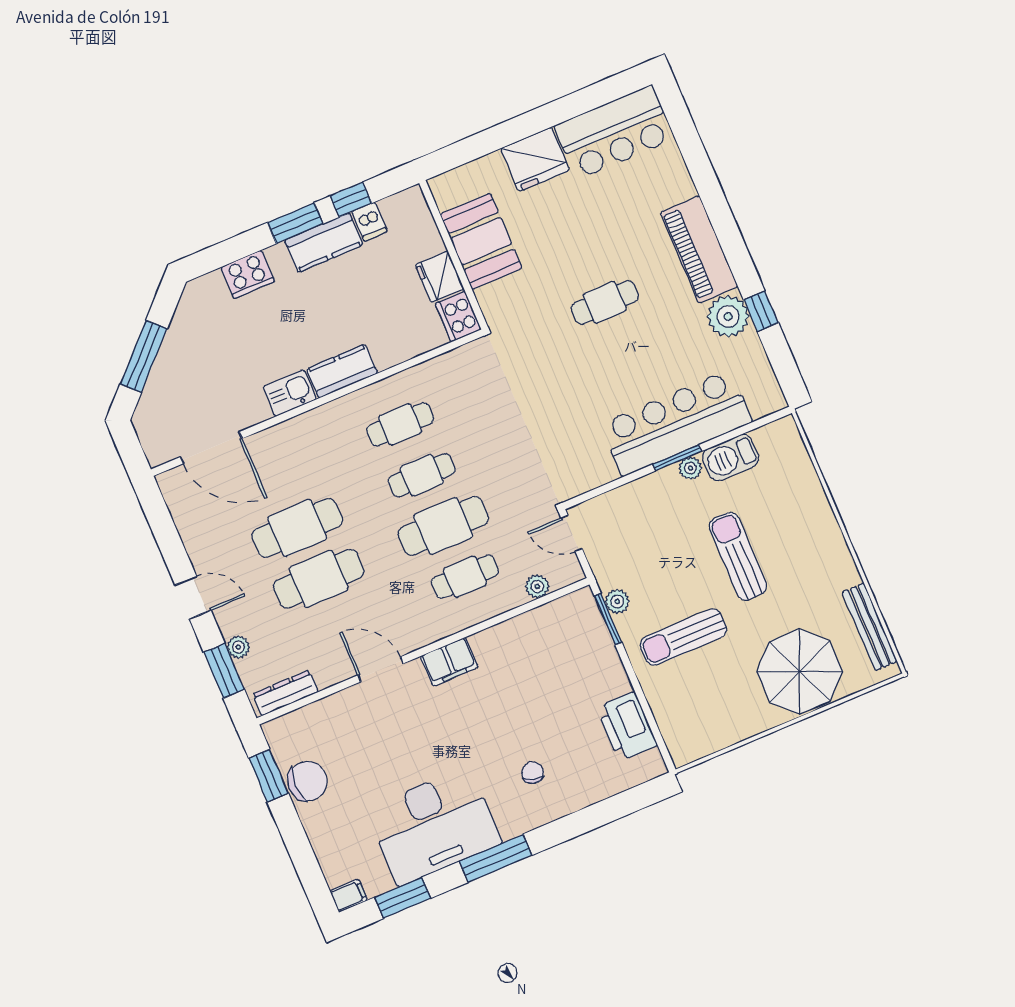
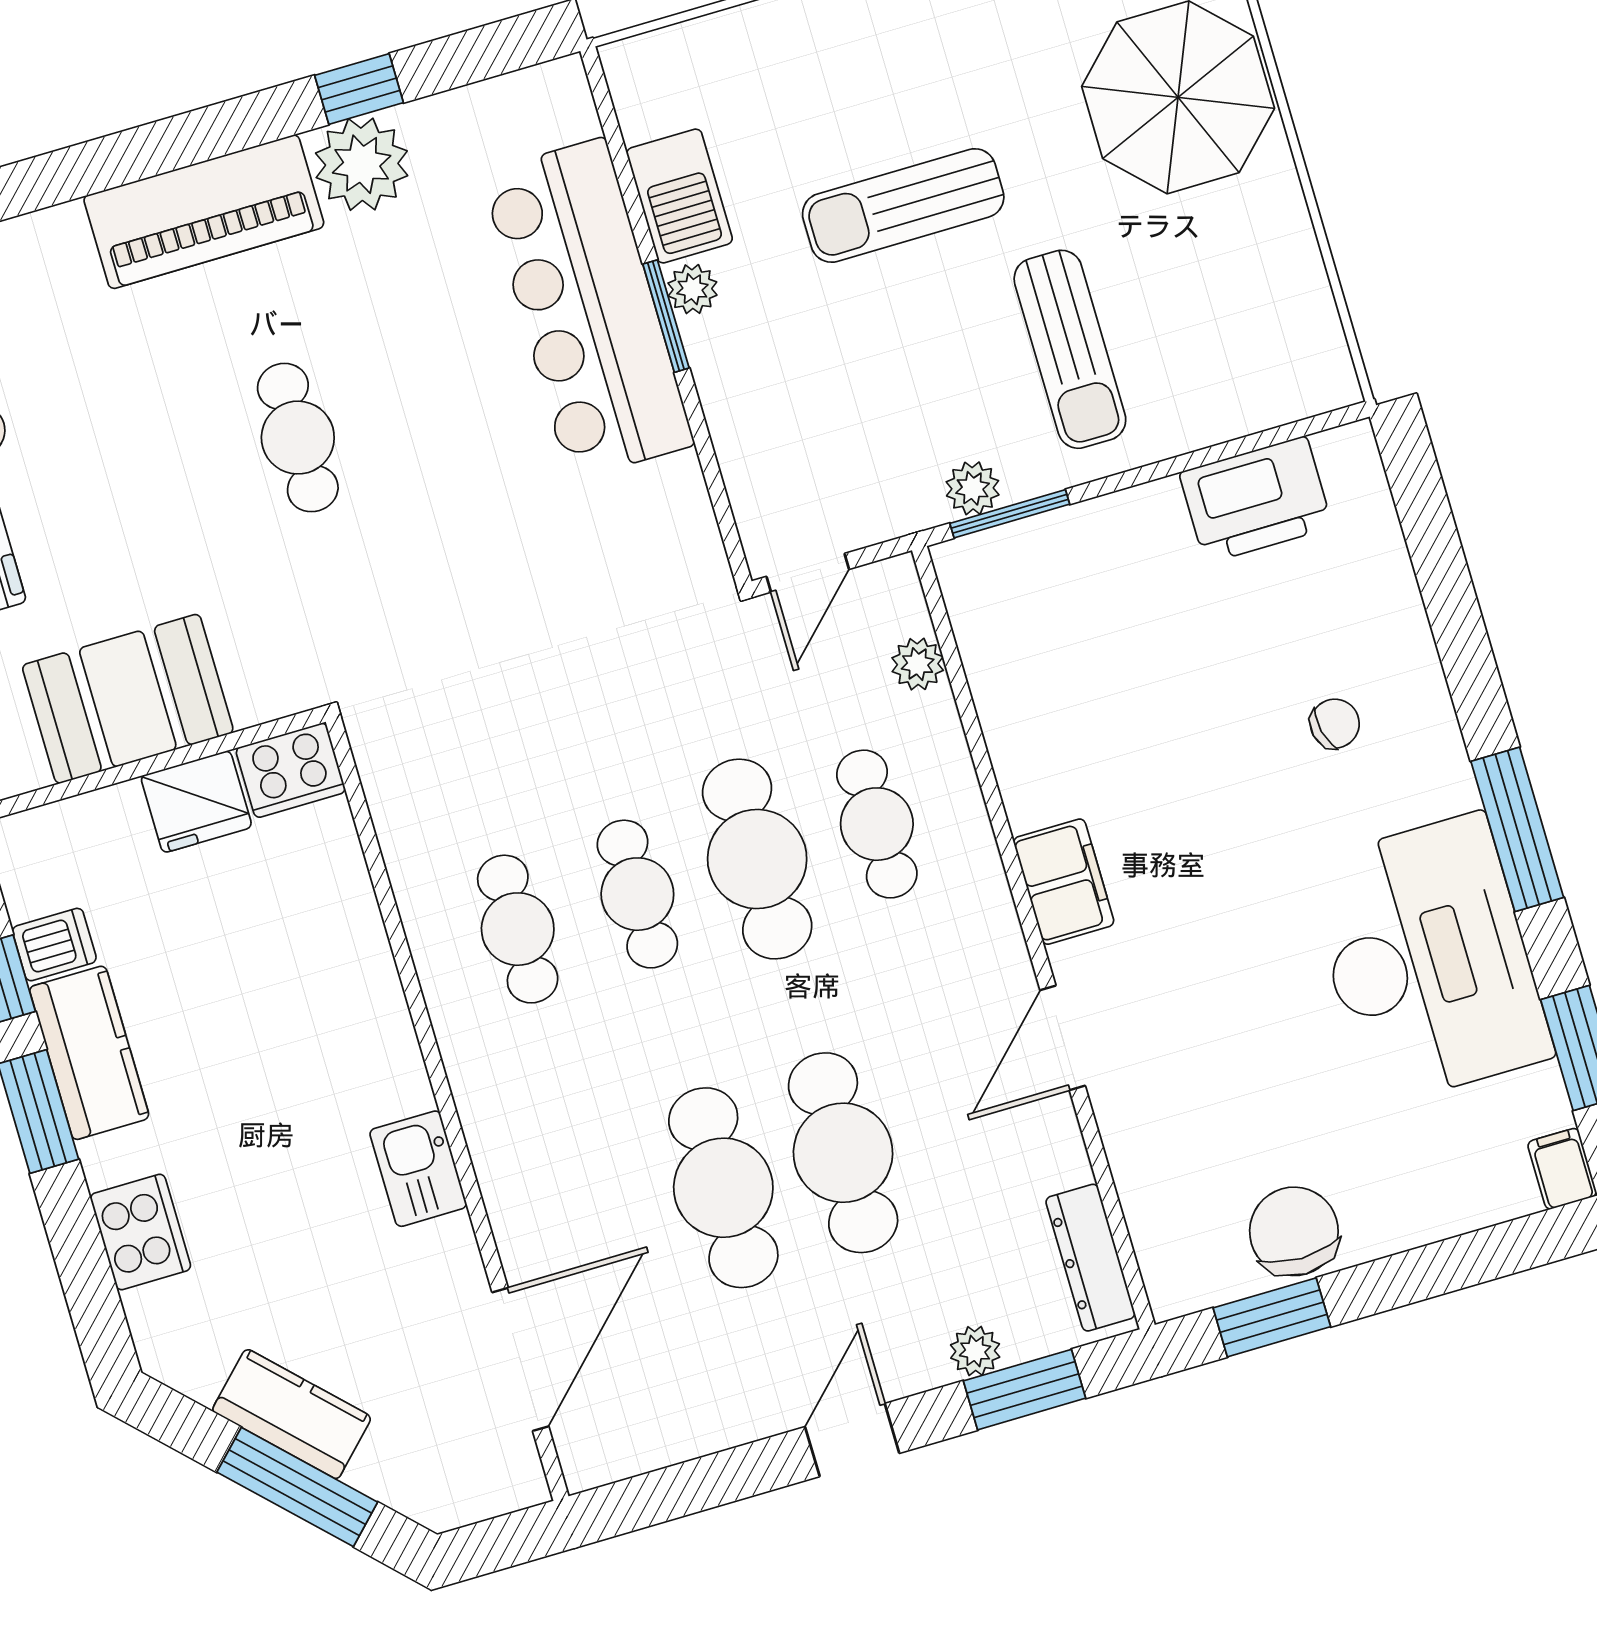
kitchen counter: (342, 371) -> (292, 1414), moved, turned 135
chair: (533, 773) -> (1335, 724), turned 149

